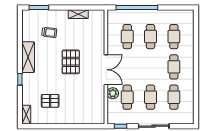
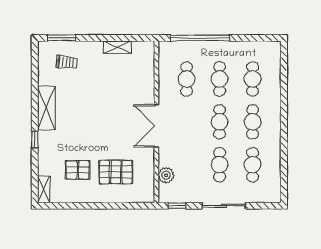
trolley: (49, 32) -> (67, 62), moved
pallet: (71, 62) -> (116, 172), moved, turned 90
double door: (106, 70) -> (156, 126), swing flipped
plant: (113, 93) -> (166, 175), moved
cafe table: (127, 97) -> (220, 122), moved

